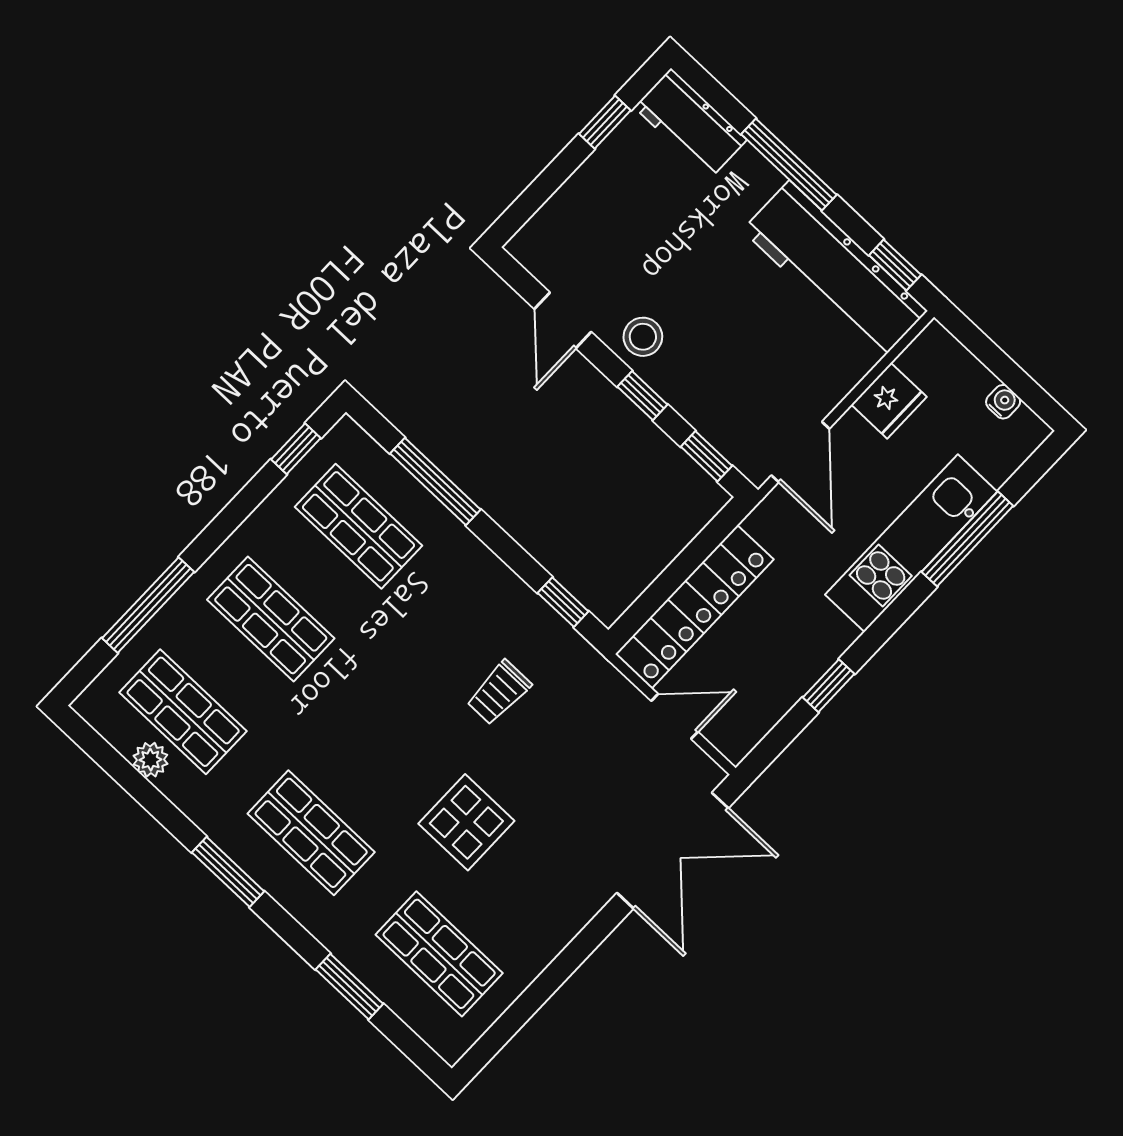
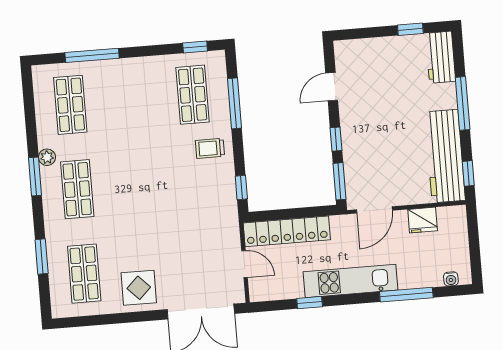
stool: (643, 337) -> (355, 118), removed
water cooler: (1003, 402) -> (451, 279), moved, turned 90
window: (706, 456) -> (340, 181), width x1.50
kitchen unit: (911, 543) -> (350, 281), moved
shop shelf: (271, 619) -> (131, 100), removed
trolley: (499, 693) -> (210, 148), moved
plant: (150, 760) -> (47, 157), moved
display table: (466, 822) -> (139, 288), moved

